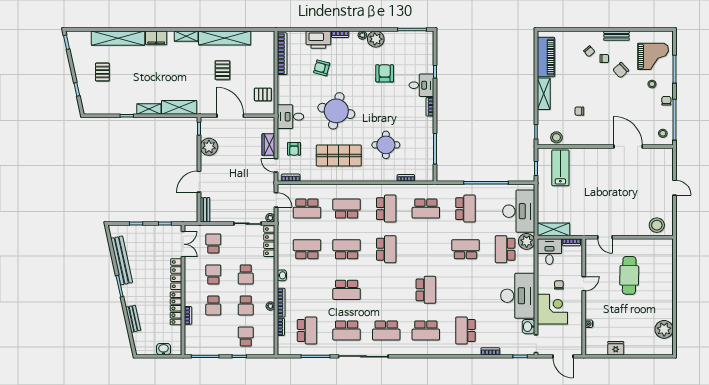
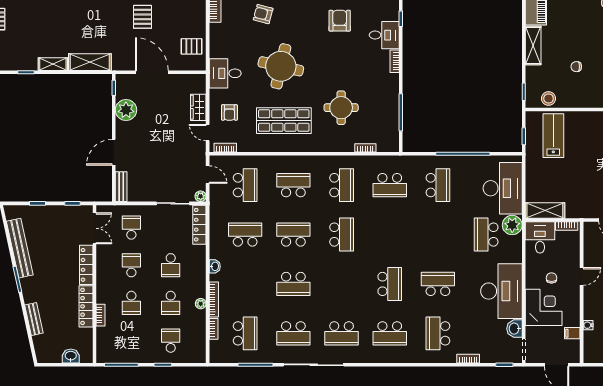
school desk: (307, 209) -> (245, 185), turned -90
school desk: (465, 249) -> (438, 284), moved
filing cabinet: (576, 330) -> (572, 333), added

